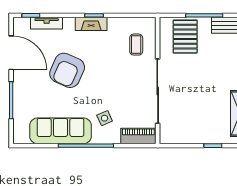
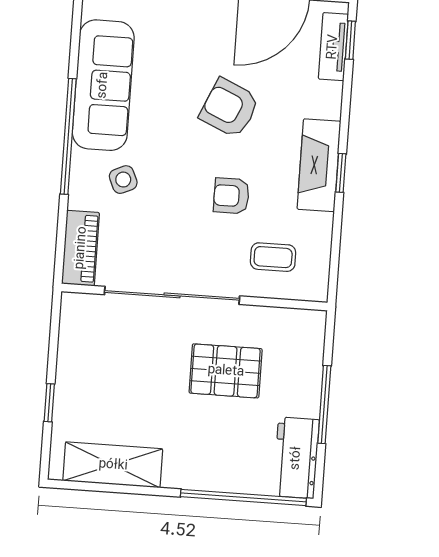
tv unit: (47, 23) -> (333, 47), moved
fireplace: (91, 24) -> (319, 165), width x1.37, depth x1.32
pallet: (185, 37) -> (226, 371), moved
armchair: (109, 66) -> (231, 196), added
armchair: (67, 70) -> (229, 108), width x0.73, depth x0.73

